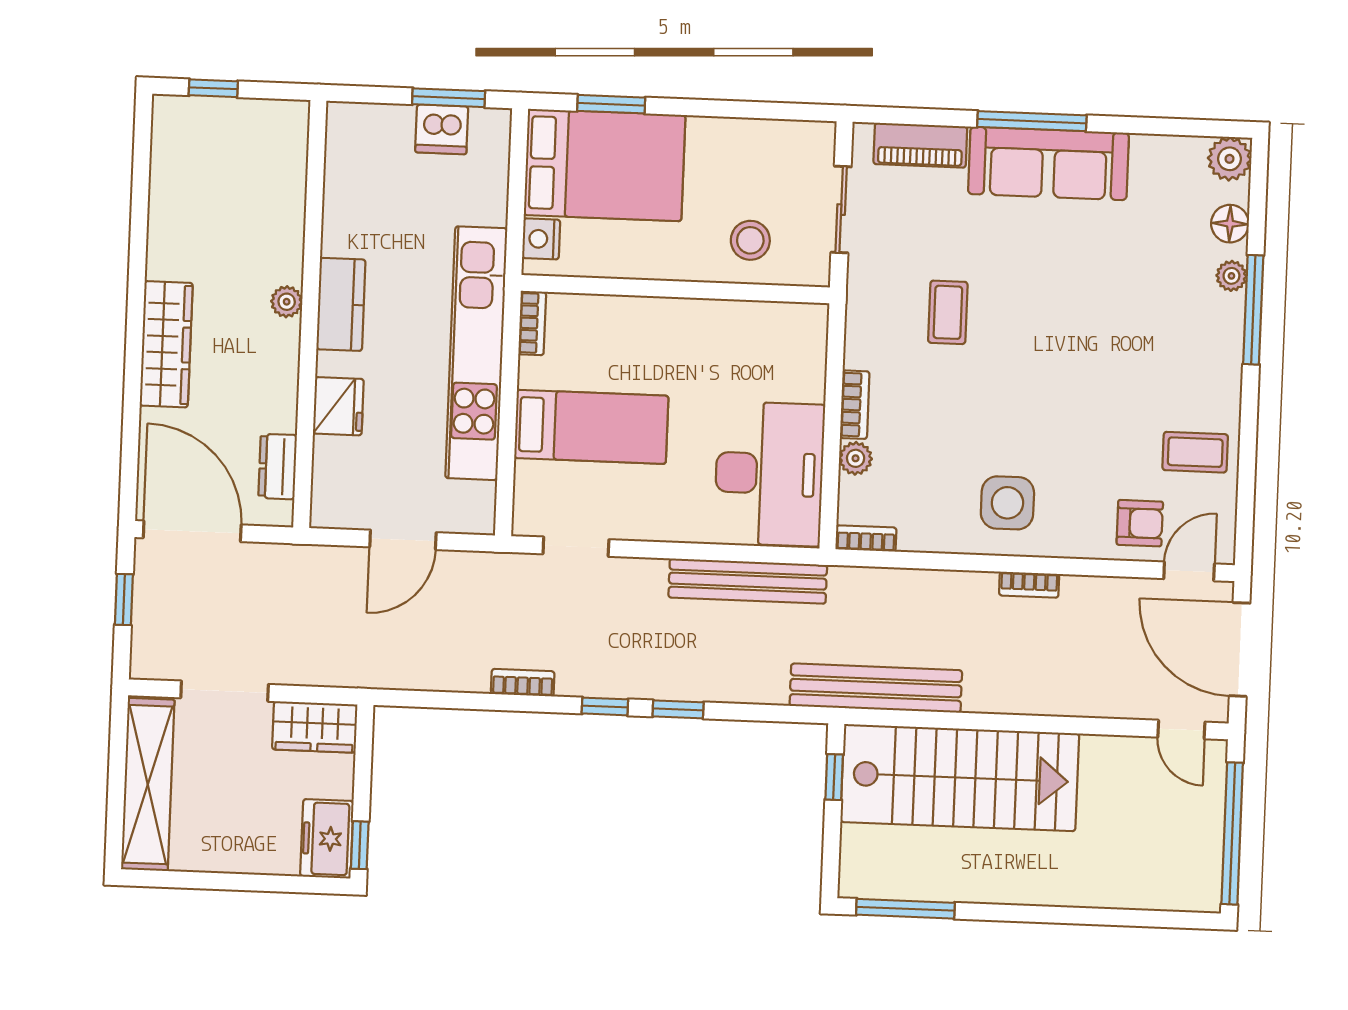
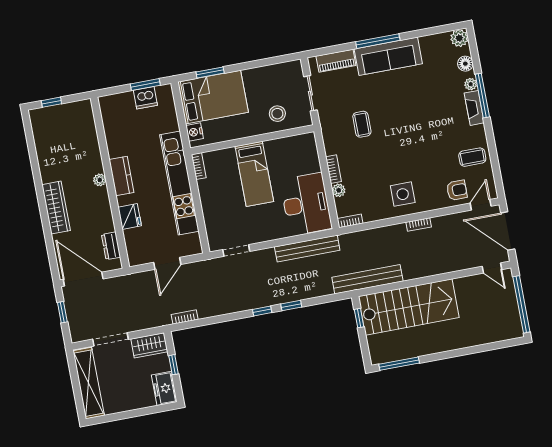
fireplace: (1227, 335) -> (474, 108), added
bed: (591, 427) -> (254, 174), moved, turned 90
bookcase: (523, 683) -> (185, 317), moved
window: (360, 845) -> (173, 365), moved

